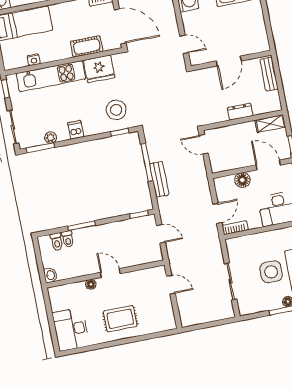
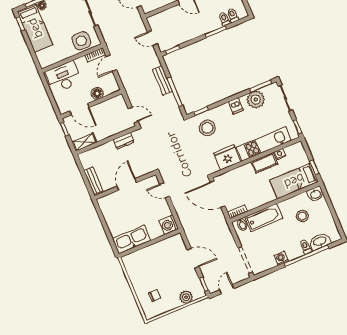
cot: (87, 46) -> (265, 163), moved
dresser: (240, 112) -> (124, 141), moved
plant: (51, 138) -> (256, 100), width x1.88, depth x1.88
side table: (271, 272) -> (81, 41), moved

